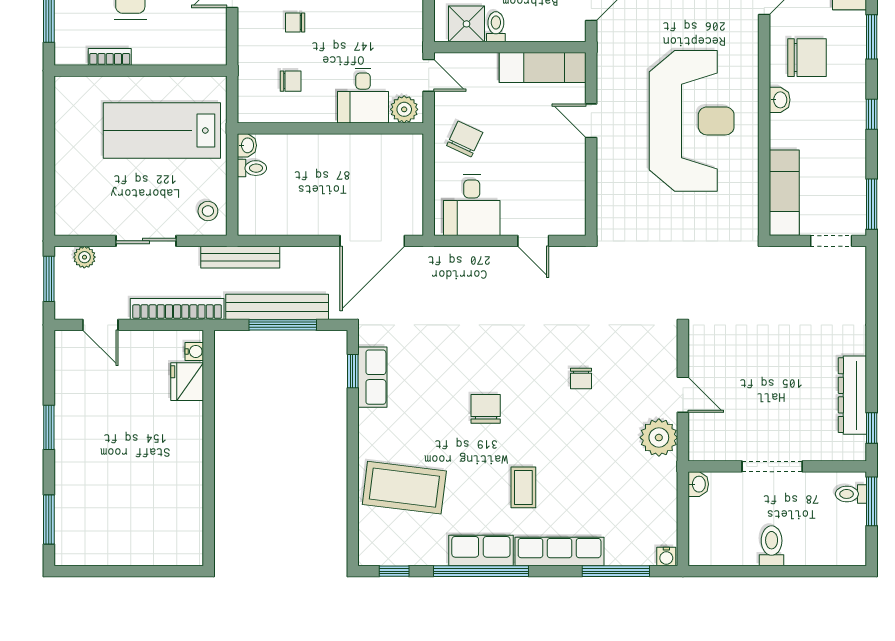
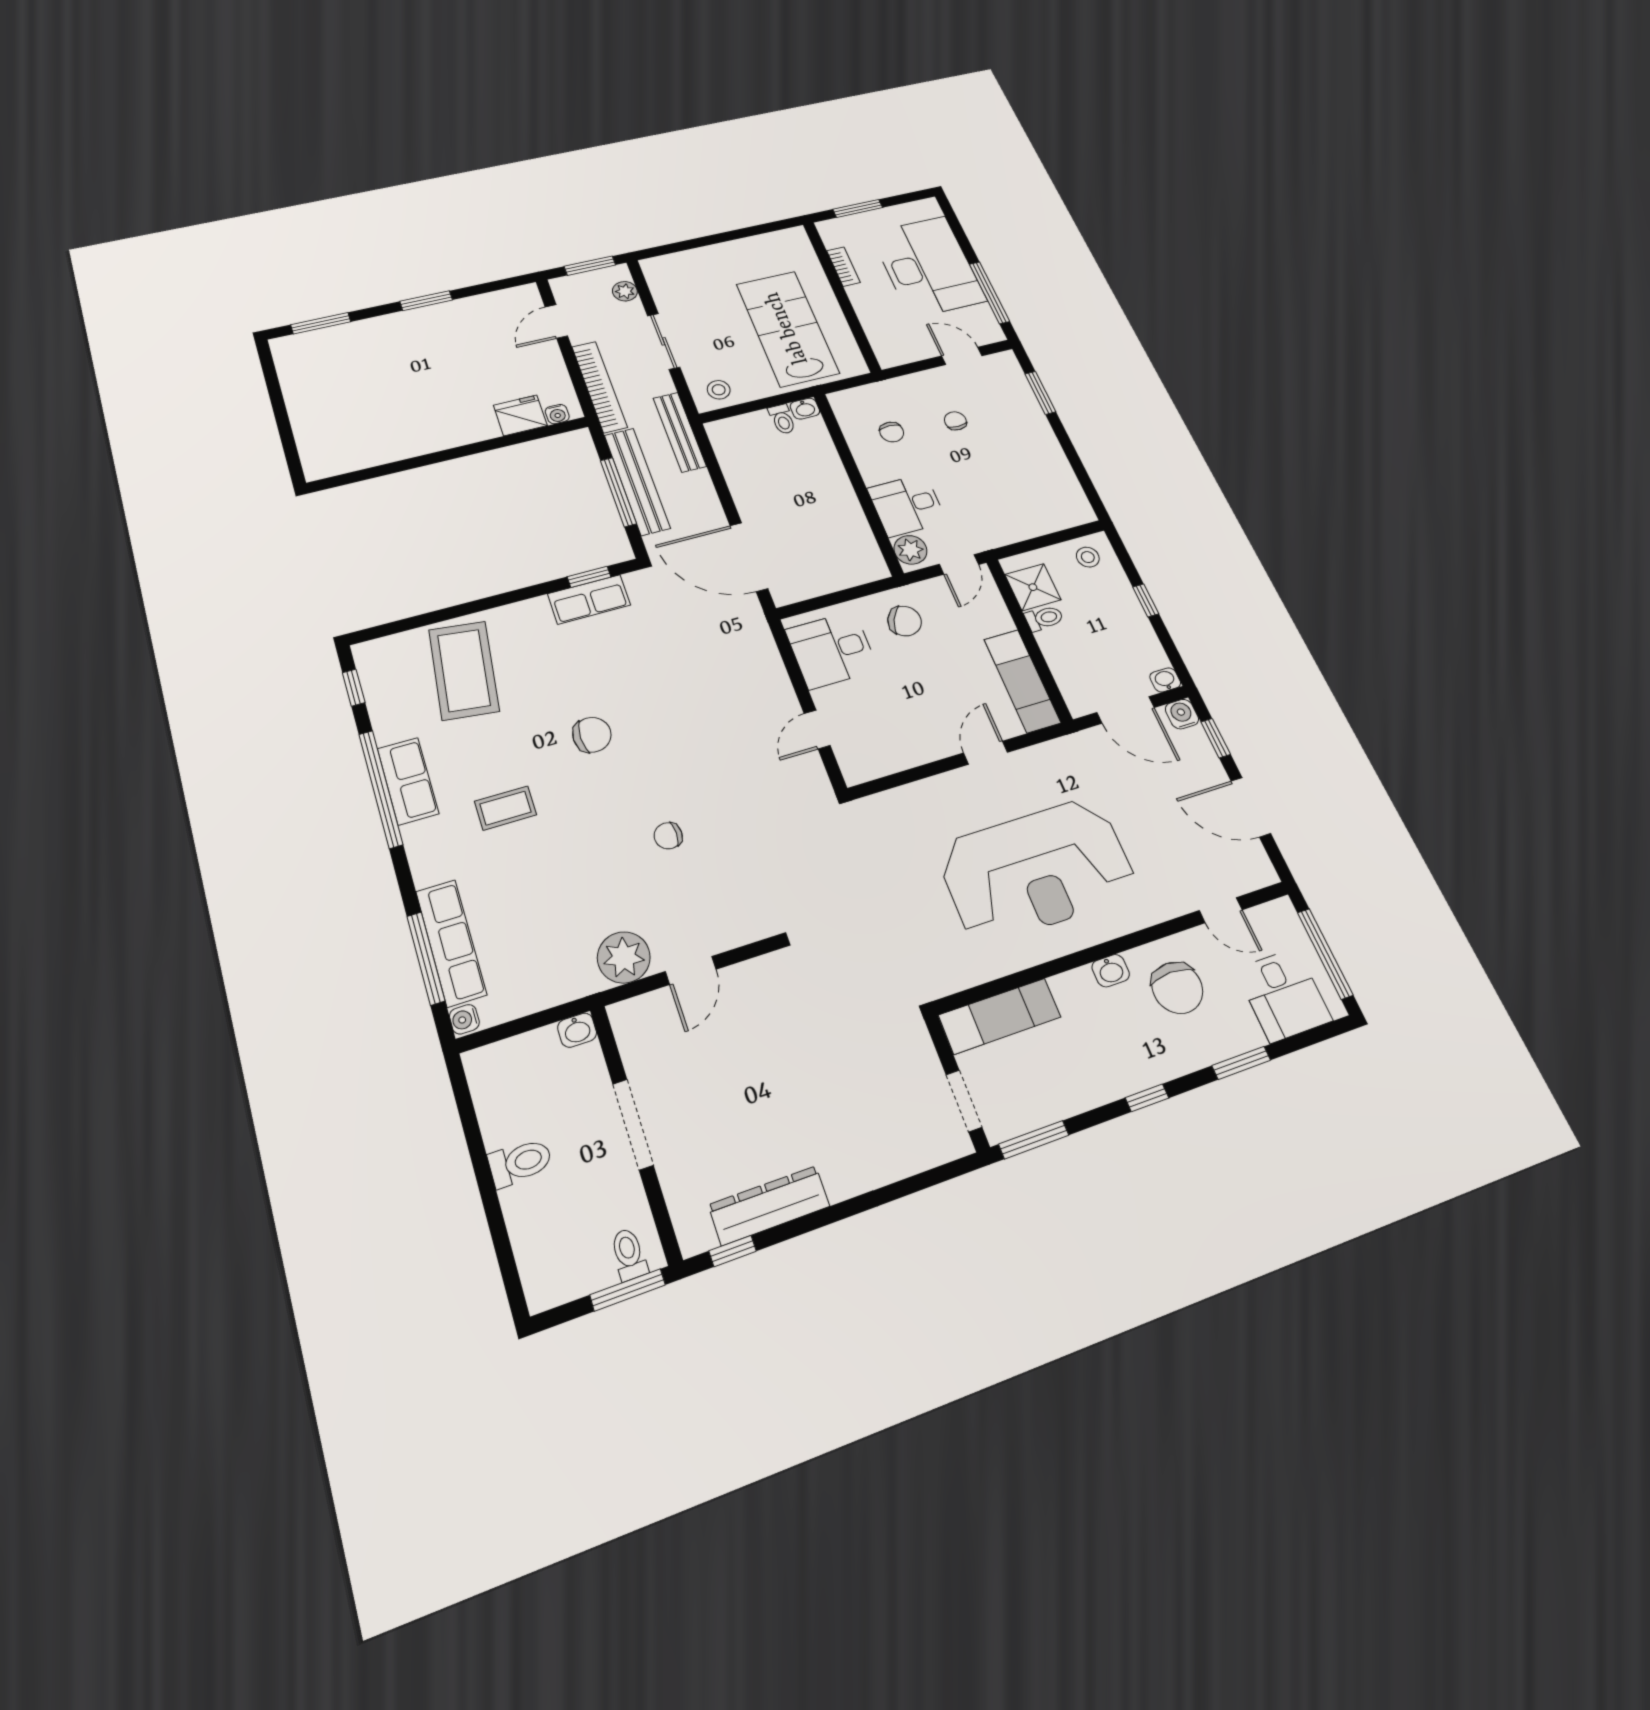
row of seats: (560, 551) -> (451, 943), moved

